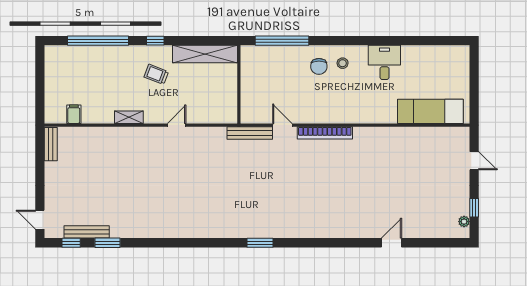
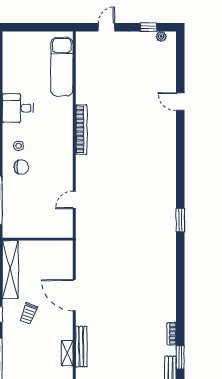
shelving: (129, 117) -> (67, 353), moved
door: (177, 125) -> (74, 295), width x1.88
bench: (250, 133) -> (81, 347), moved
bookcase: (325, 133) -> (81, 129), moved
bookcase: (134, 233) -> (172, 334), added

